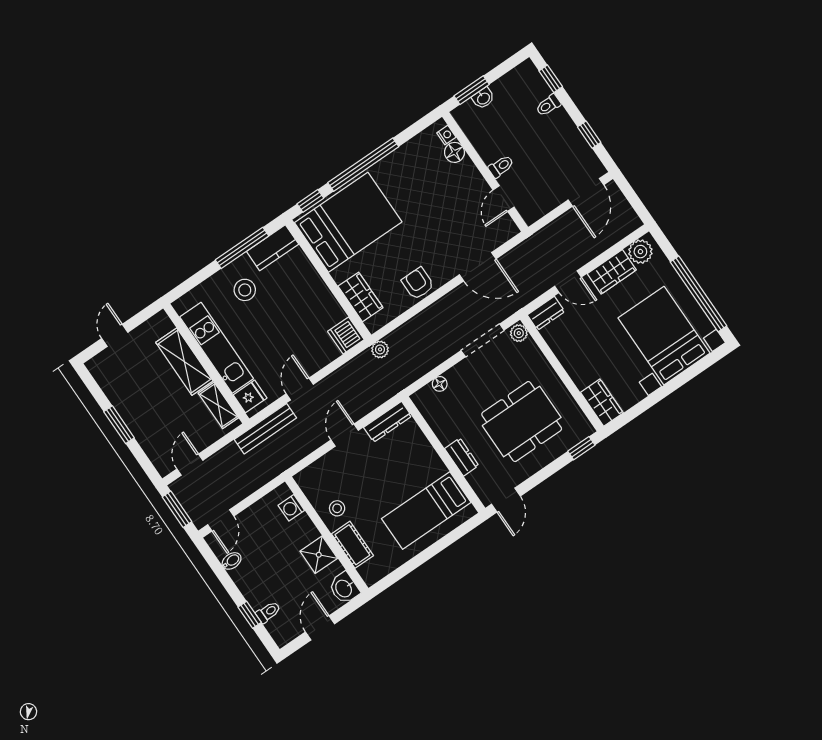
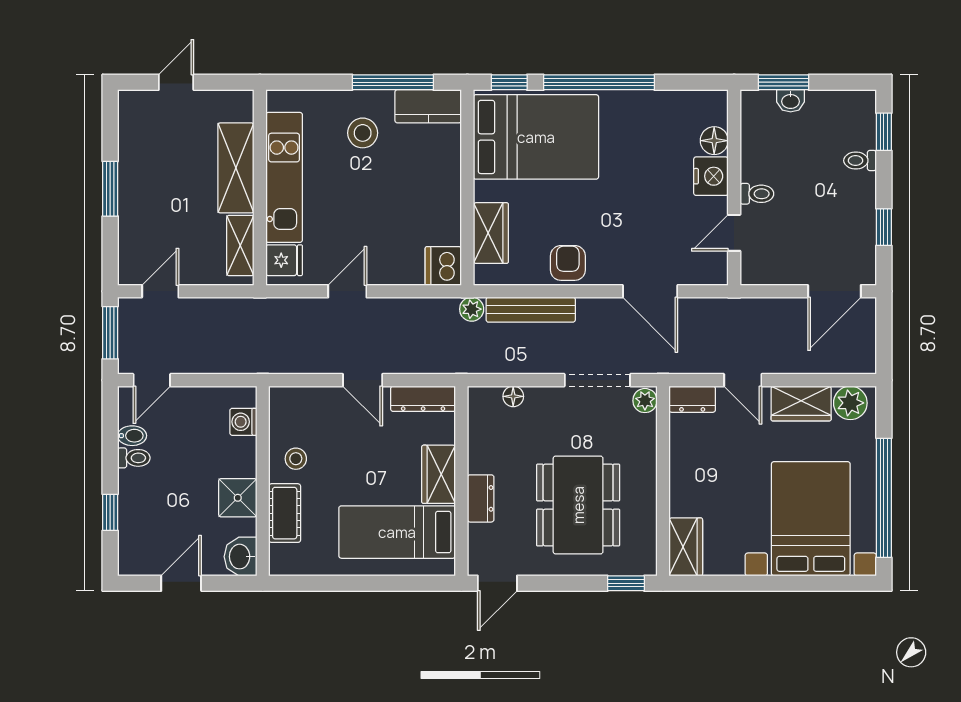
nightstand: (446, 135) -> (711, 176), moved, width x1.89, depth x1.79
dining table: (522, 422) -> (578, 505), turned 90
bench: (265, 429) -> (531, 310), moved
door: (345, 435) -> (363, 380), swing flipped
wardrobe: (427, 460) -> (439, 474), added
toilet: (268, 612) -> (134, 458), moved

